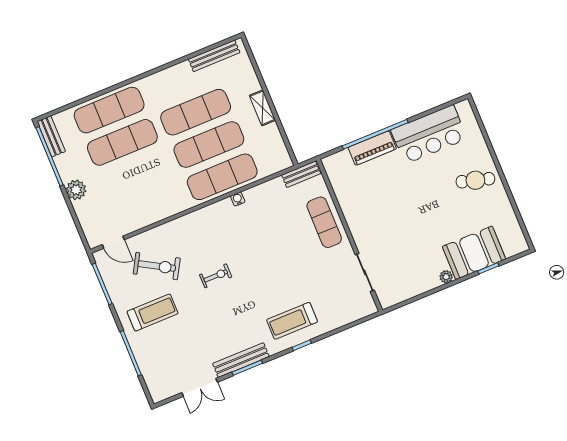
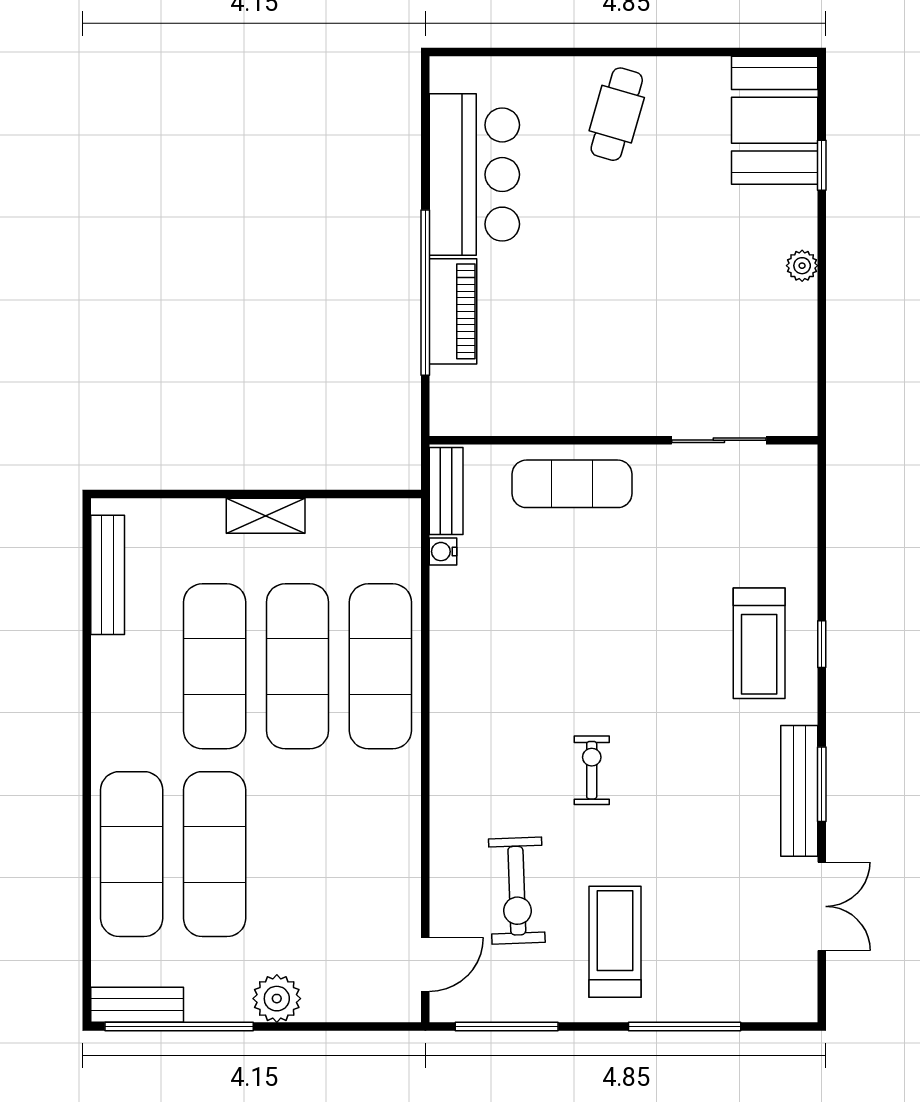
water cooler: (238, 199) -> (443, 552), moved
booth: (474, 253) -> (775, 120), moved
exercise bike: (157, 266) -> (517, 891), turned 148

